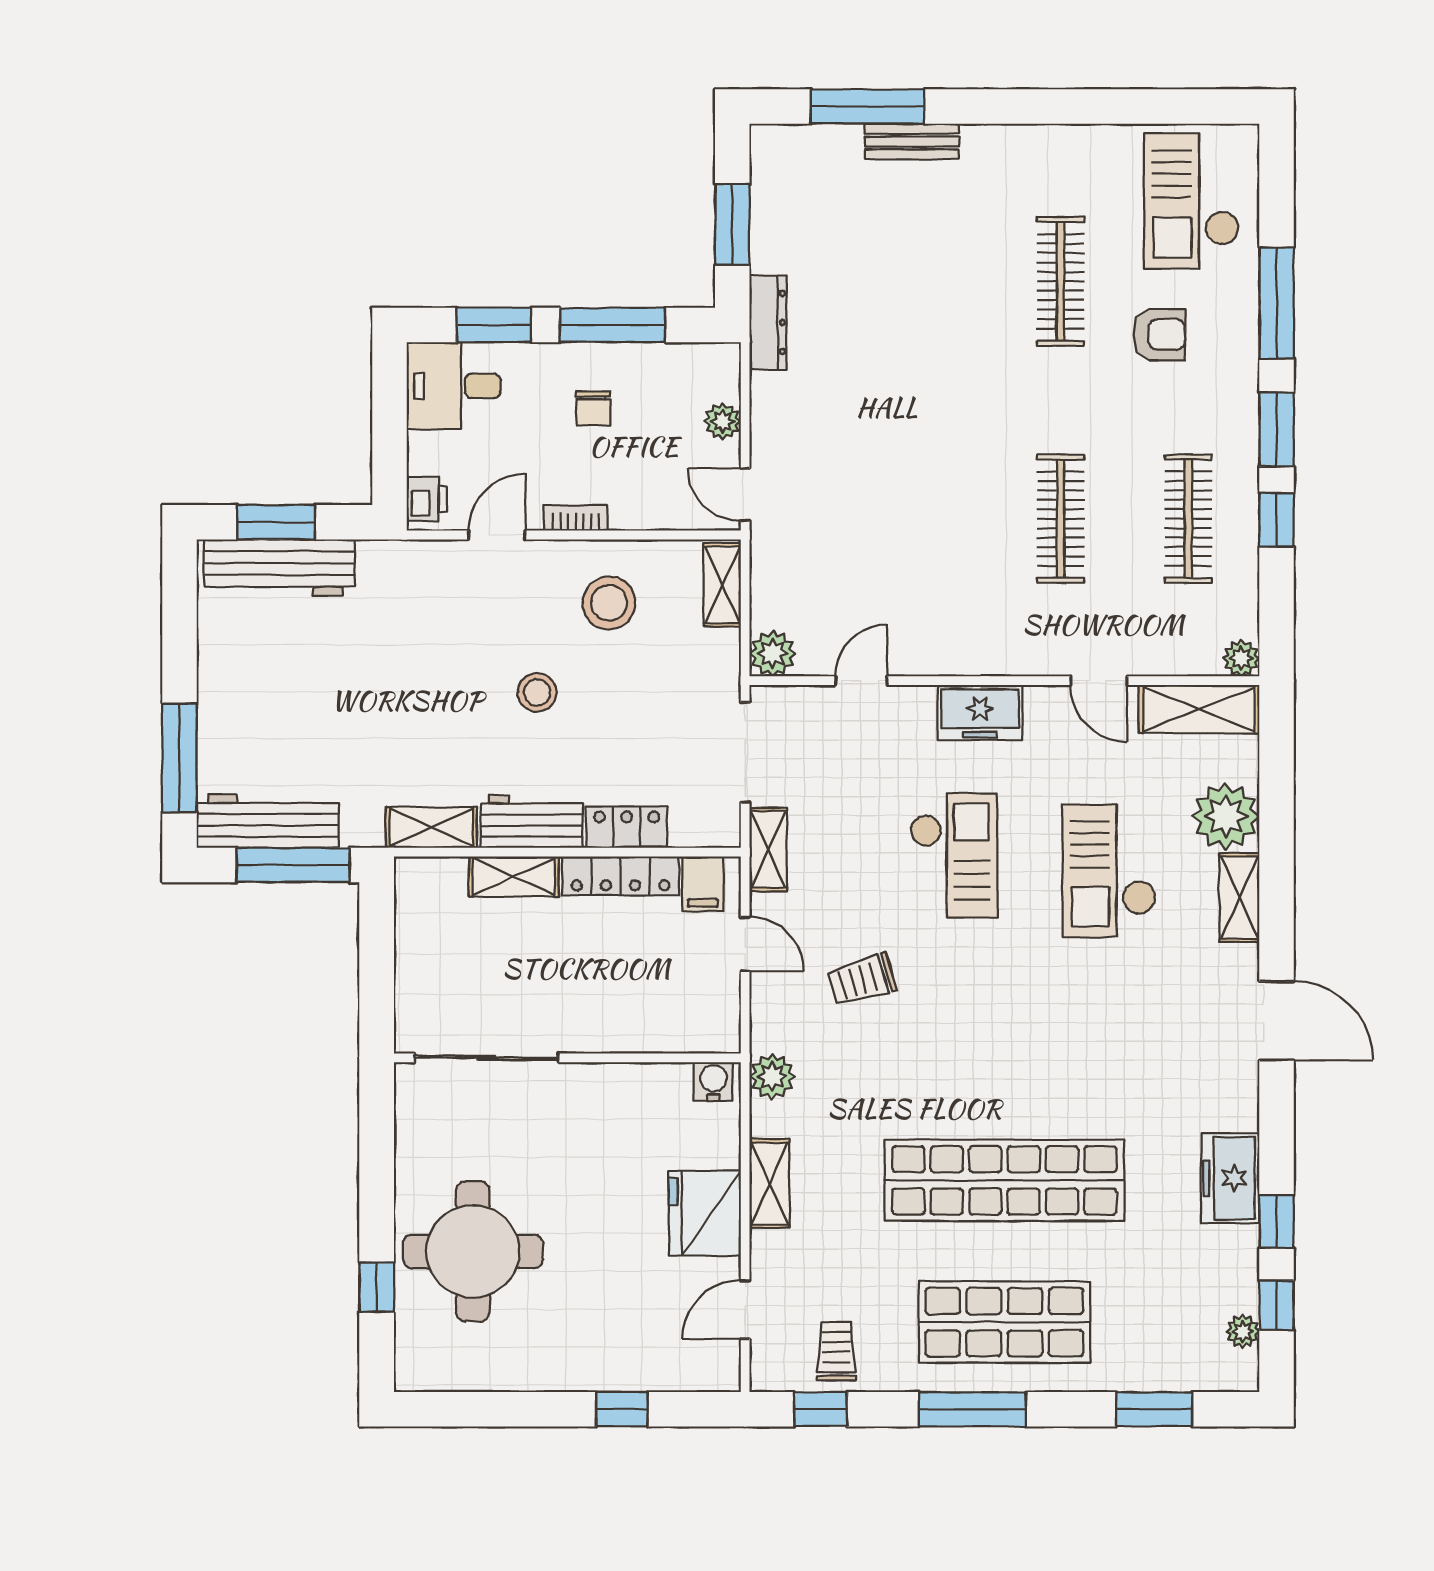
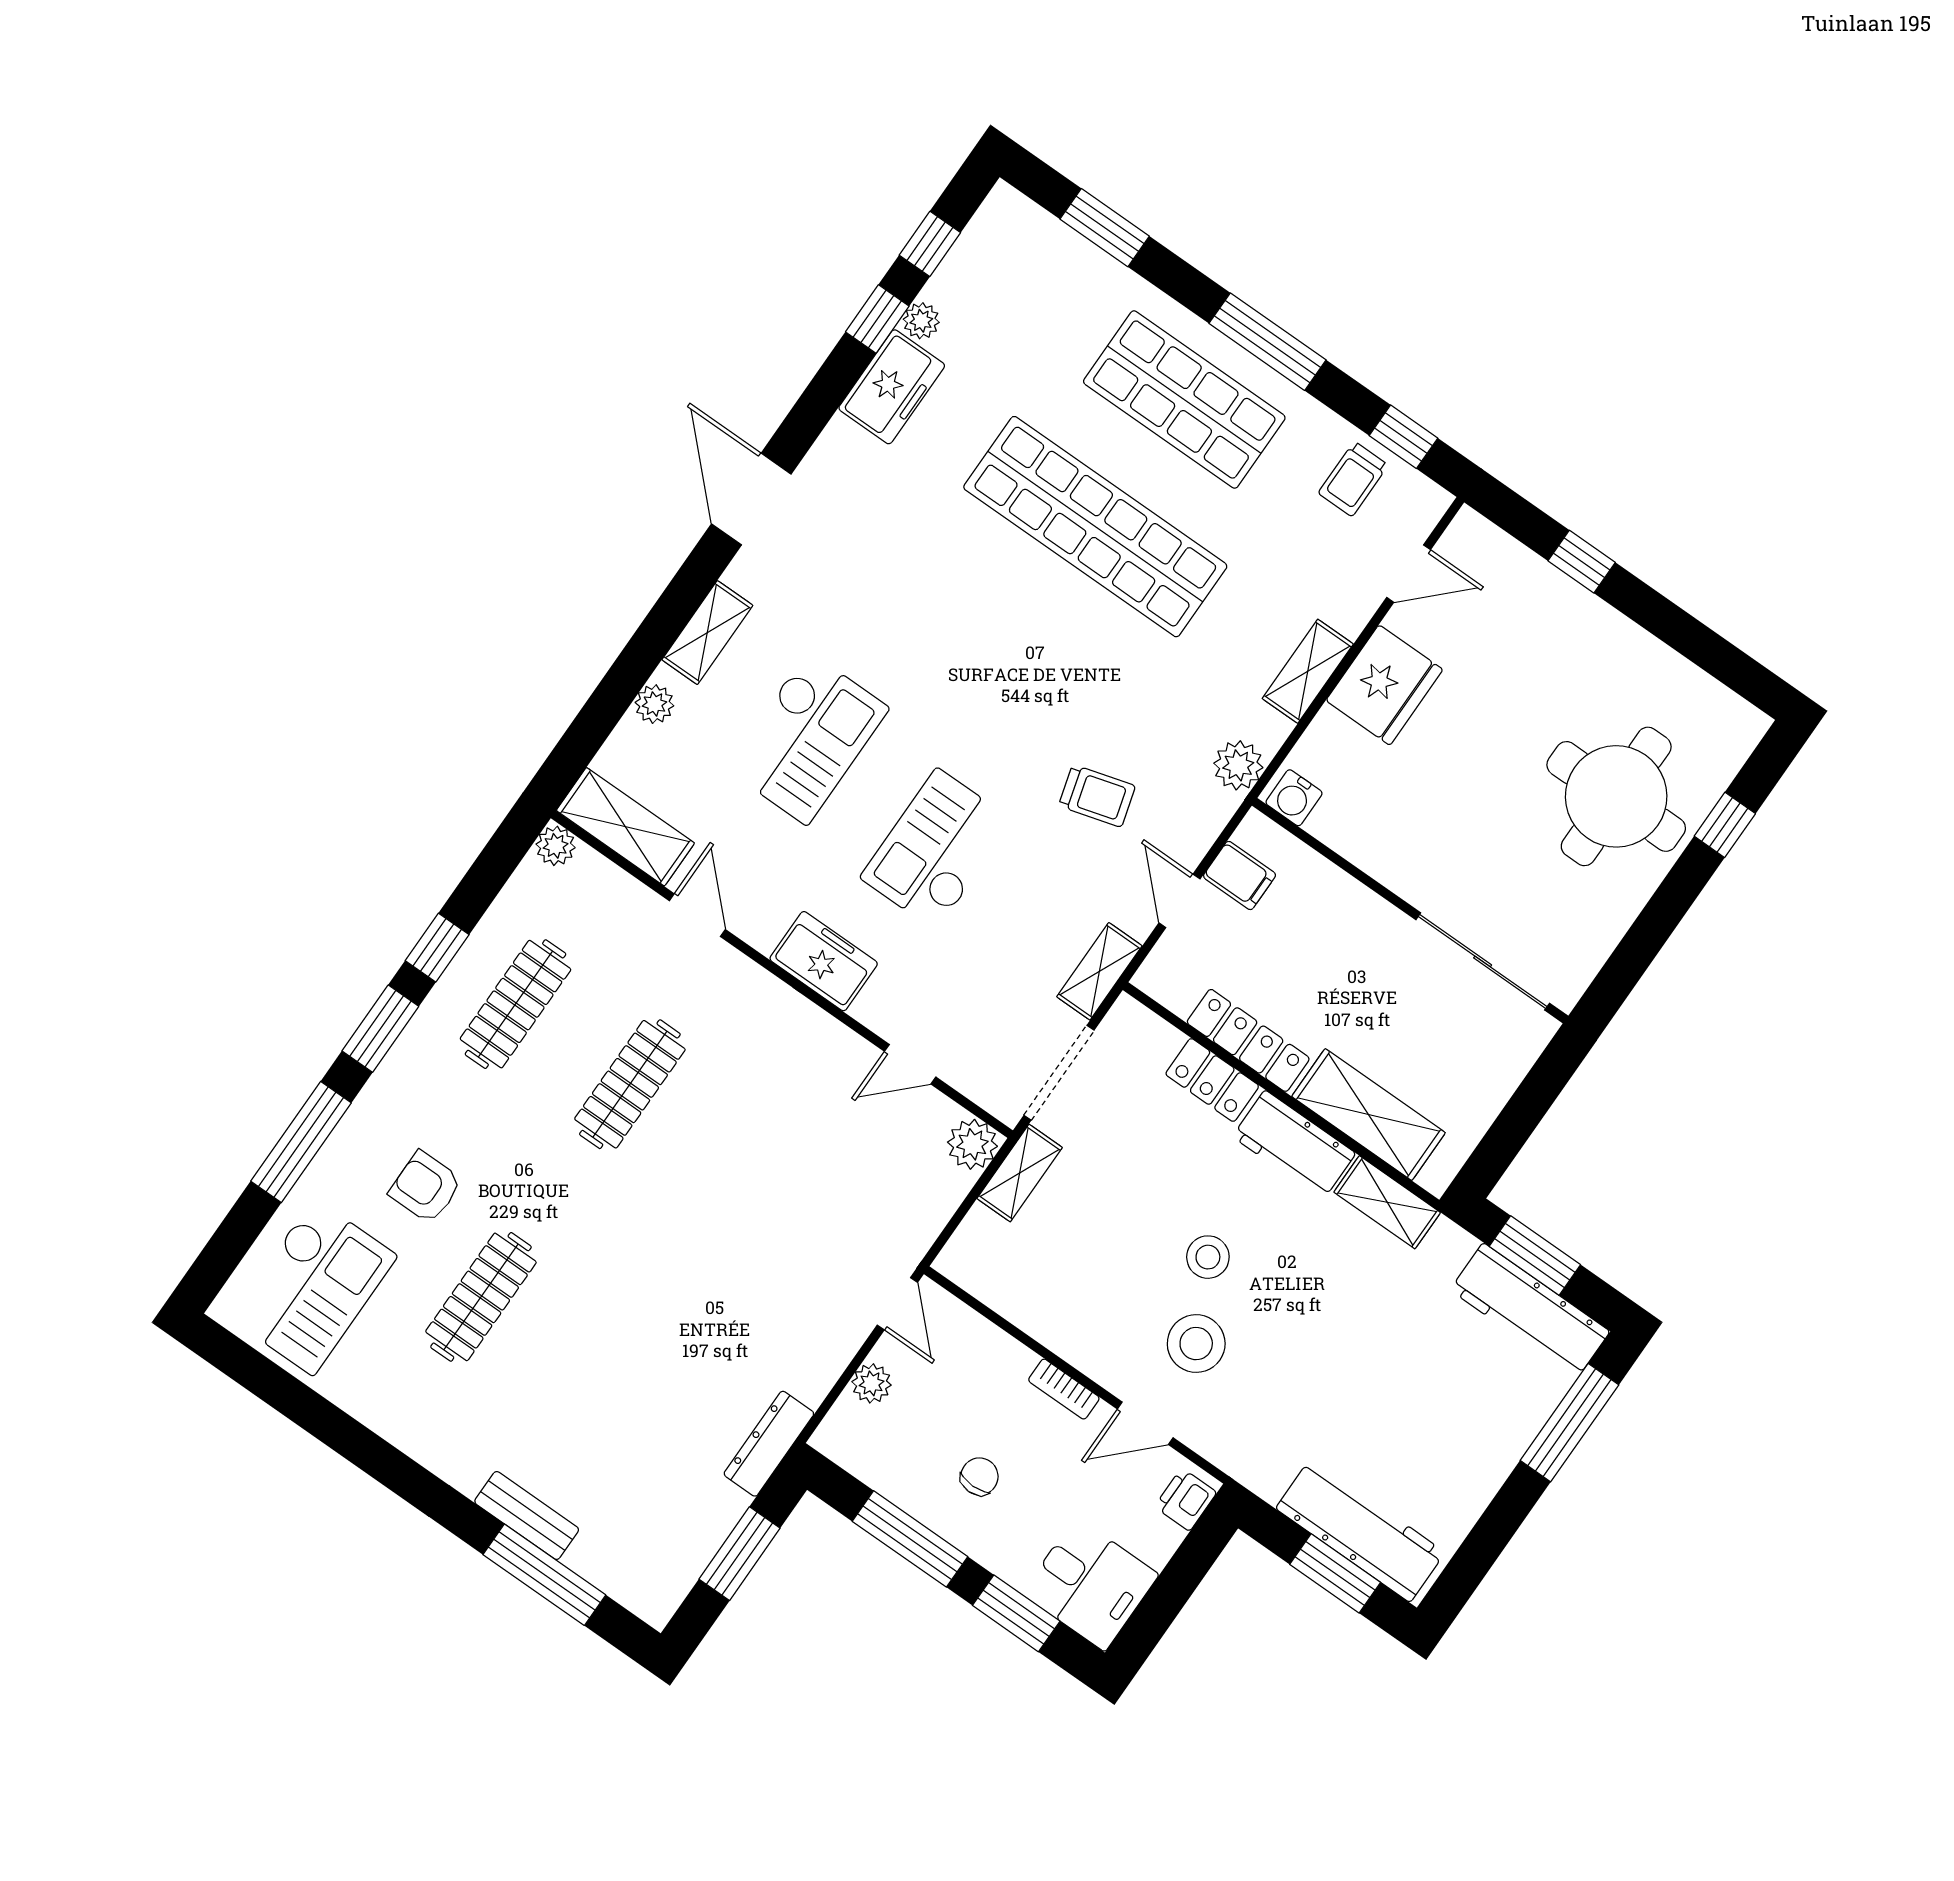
shelving: (722, 585) -> (1020, 1173), moved
stool: (609, 603) -> (1196, 1344), moved
plant: (1226, 816) -> (654, 704), width x0.53, depth x0.53
window: (293, 865) -> (1535, 1256), width x0.69
shelving: (514, 877) -> (1368, 1115), width x1.50, depth x1.33
filing cabinet: (703, 884) -> (1240, 876), moved, turned 90
plant: (1243, 1332) -> (921, 321), moved

